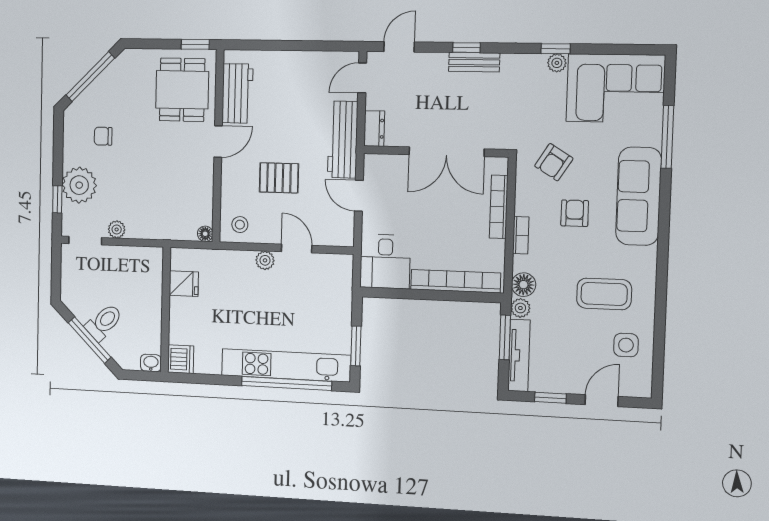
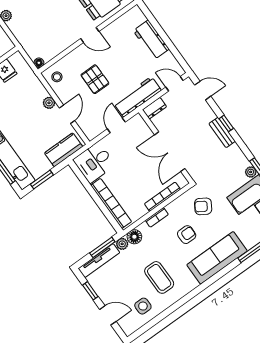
workbench: (237, 93) -> (151, 40), moved, turned 90
kitchen counter: (339, 288) -> (64, 150), added

